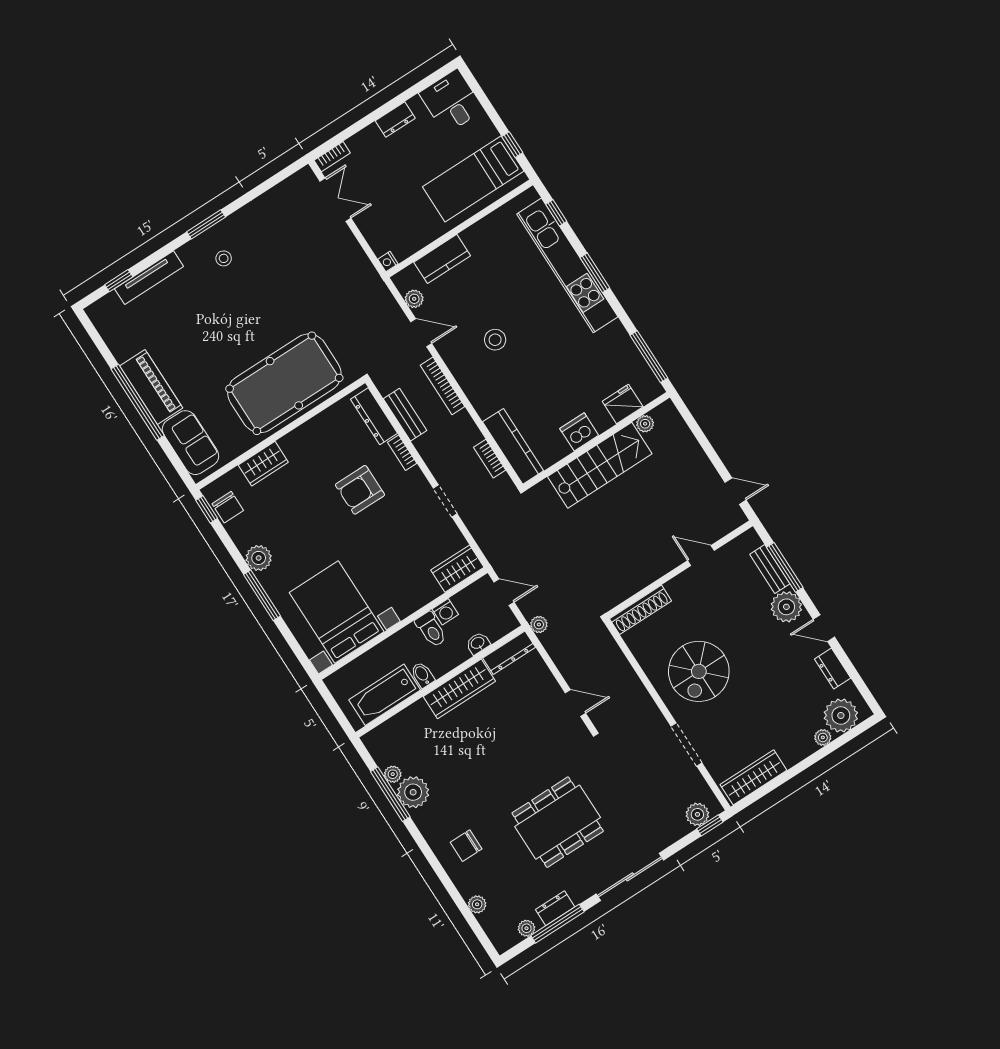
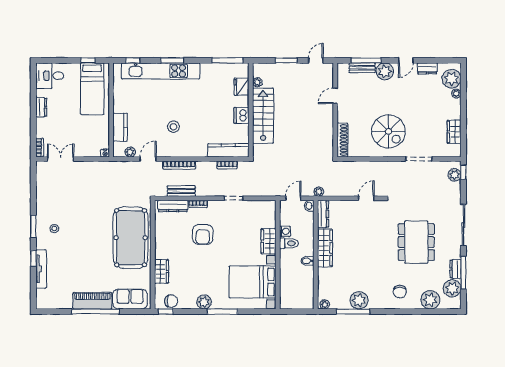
window: (119, 281) -> (33, 258), moved
window: (707, 446) -> (286, 60), added
wardrobe: (457, 569) -> (268, 241), moved
washbasin: (478, 643) -> (309, 206), moved
bathtub: (385, 695) -> (305, 284), removed
plant: (393, 774) -> (325, 304), moved
wardrobe: (753, 777) -> (454, 132), width x0.67
plant: (477, 904) -> (430, 300), width x1.88, depth x1.88
plant: (526, 928) -> (452, 288), width x1.88, depth x1.88

